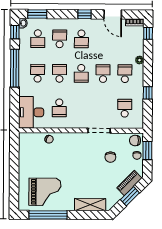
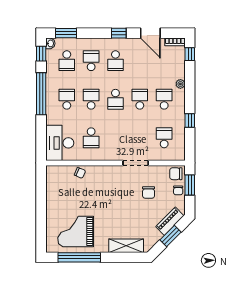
grand piano: (45, 192) -> (76, 232), turned 180

